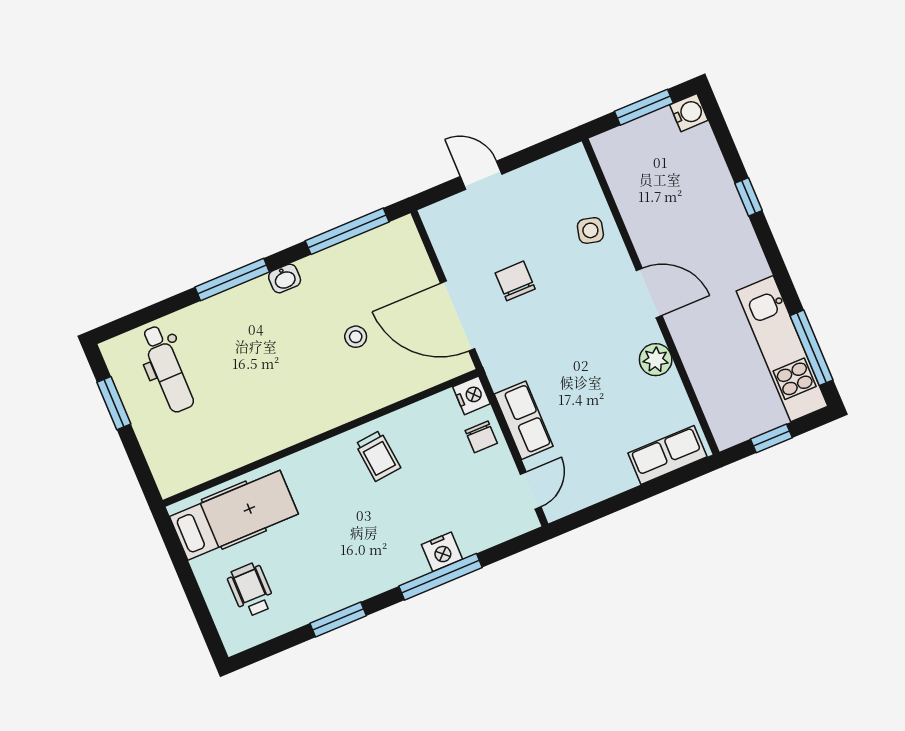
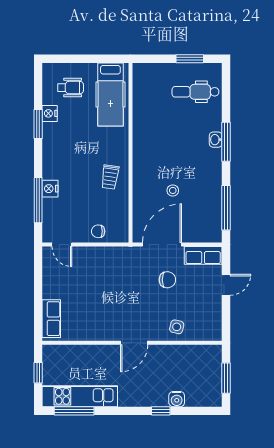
water cooler: (689, 113) -> (177, 399), moved
washbasin: (285, 278) -> (216, 140), moved
plant: (656, 360) -> (100, 332), removed
nightstand: (472, 395) -> (50, 113), moved, turned 90
row of seats: (524, 420) -> (203, 255), moved
trolley: (378, 456) -> (110, 177), turned -76
window: (440, 577) -> (38, 200), moved

